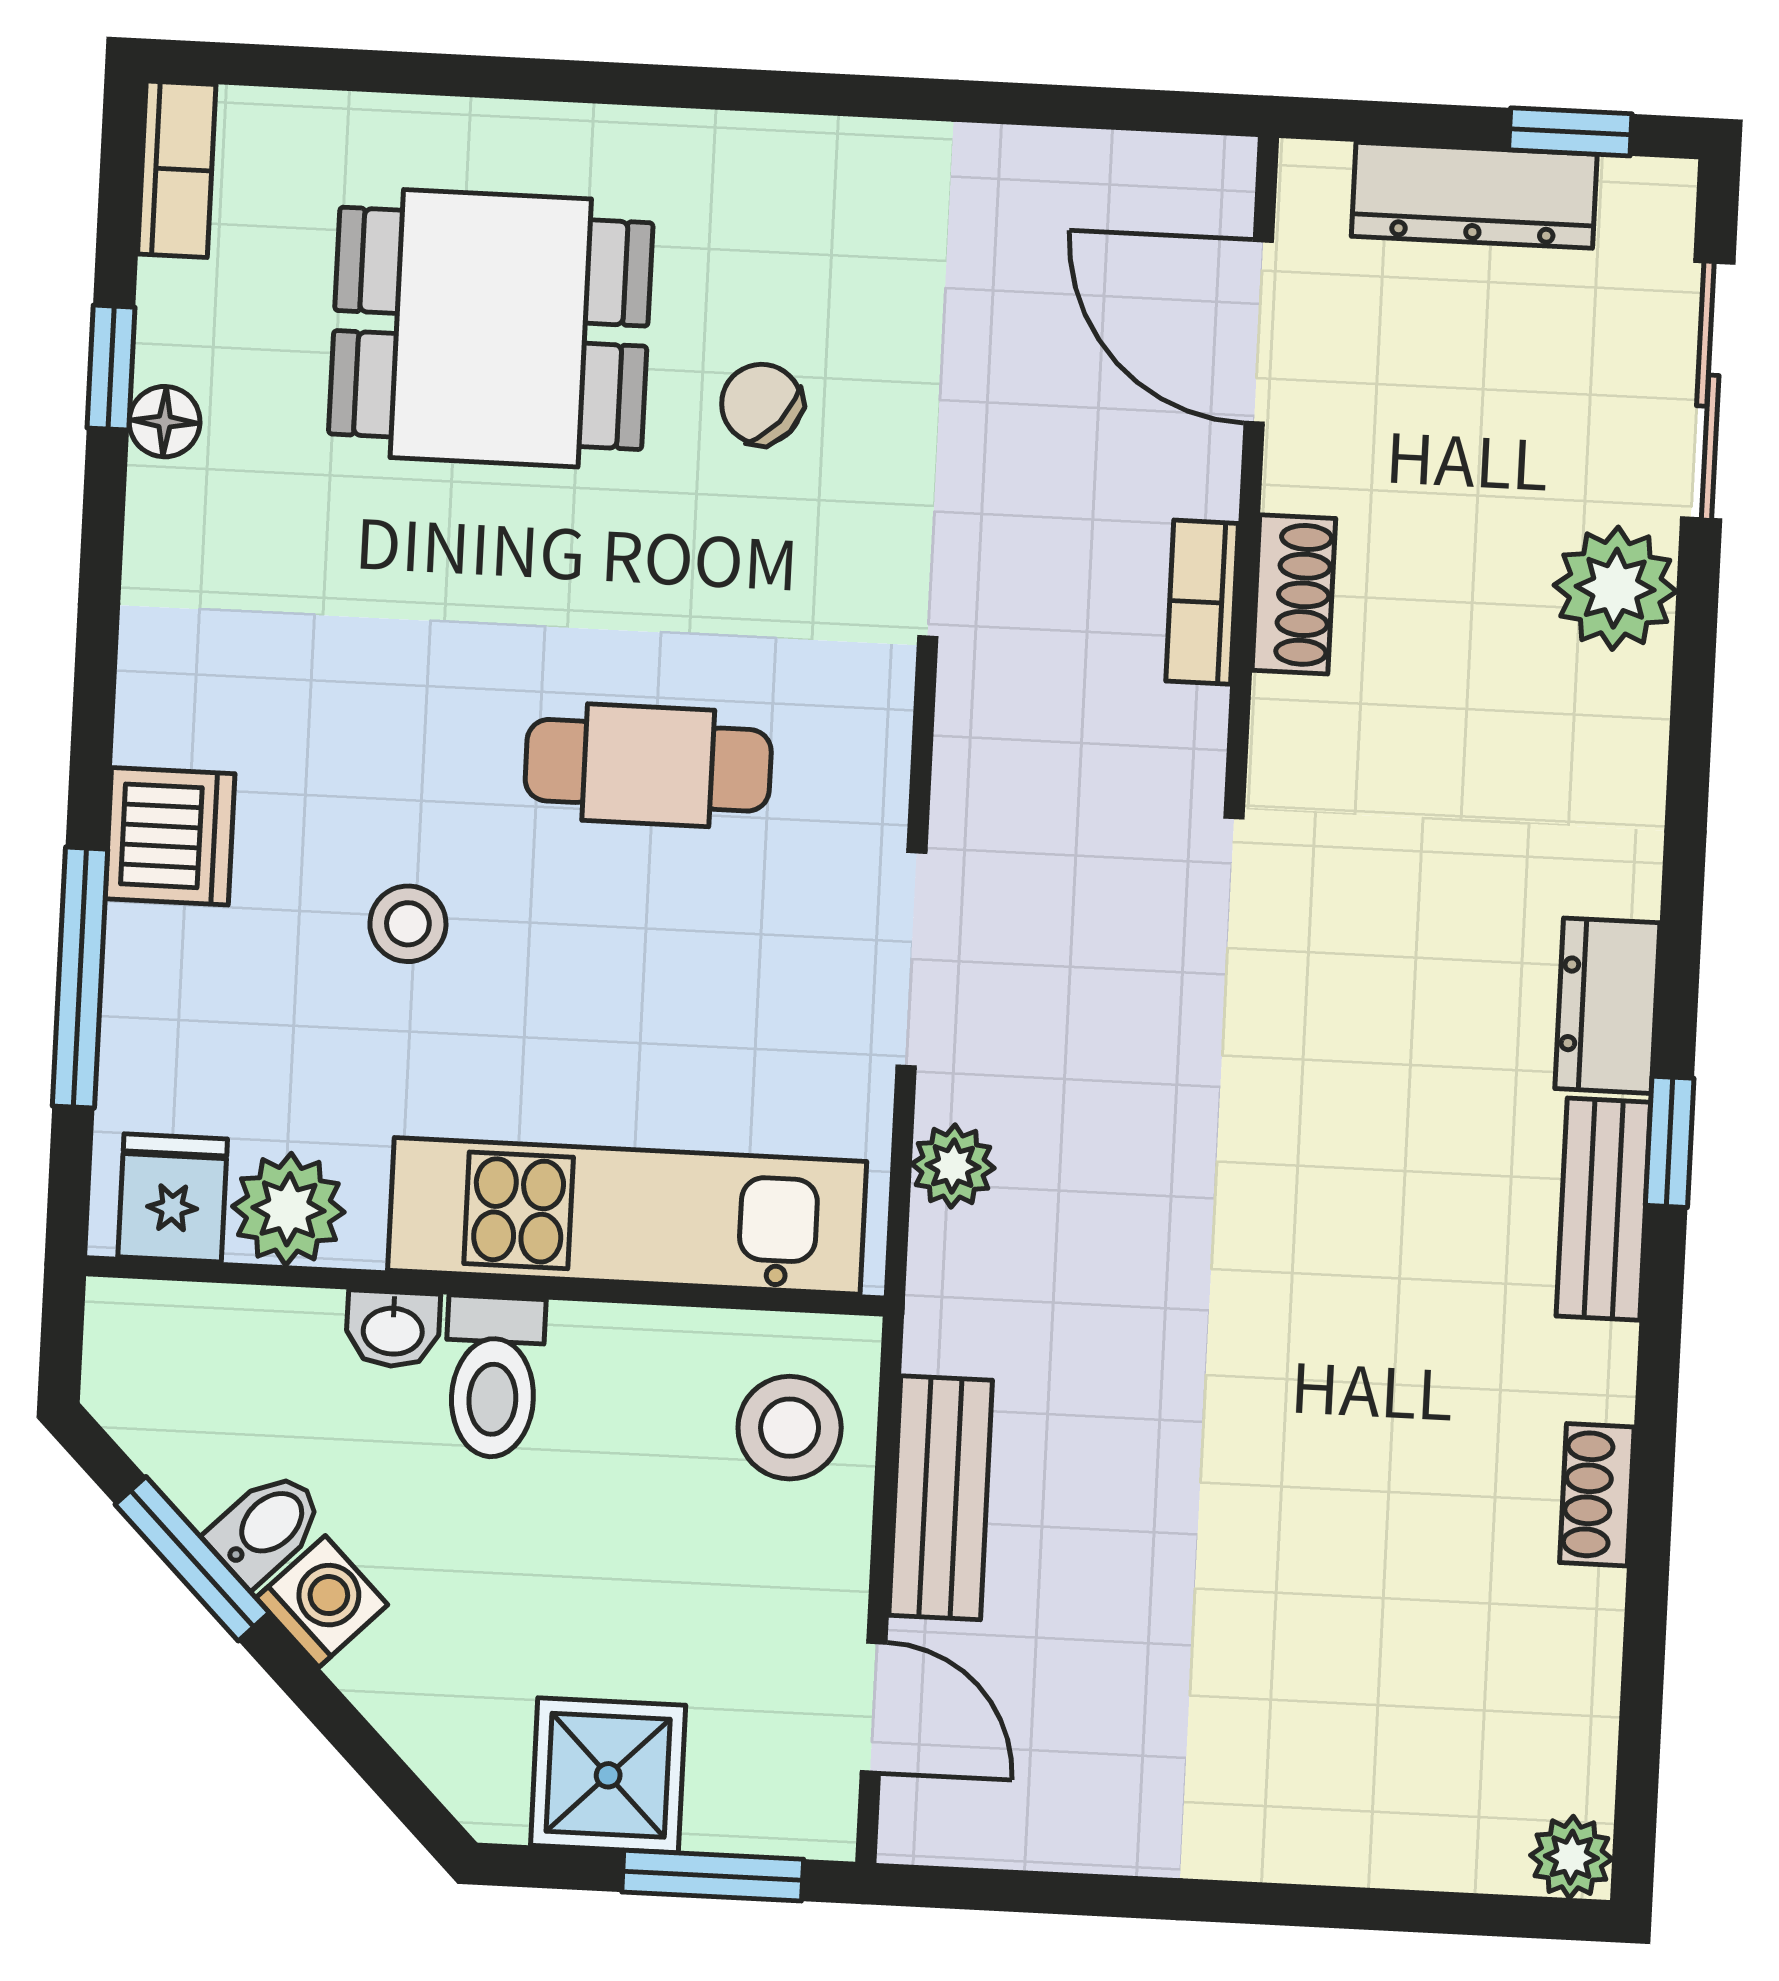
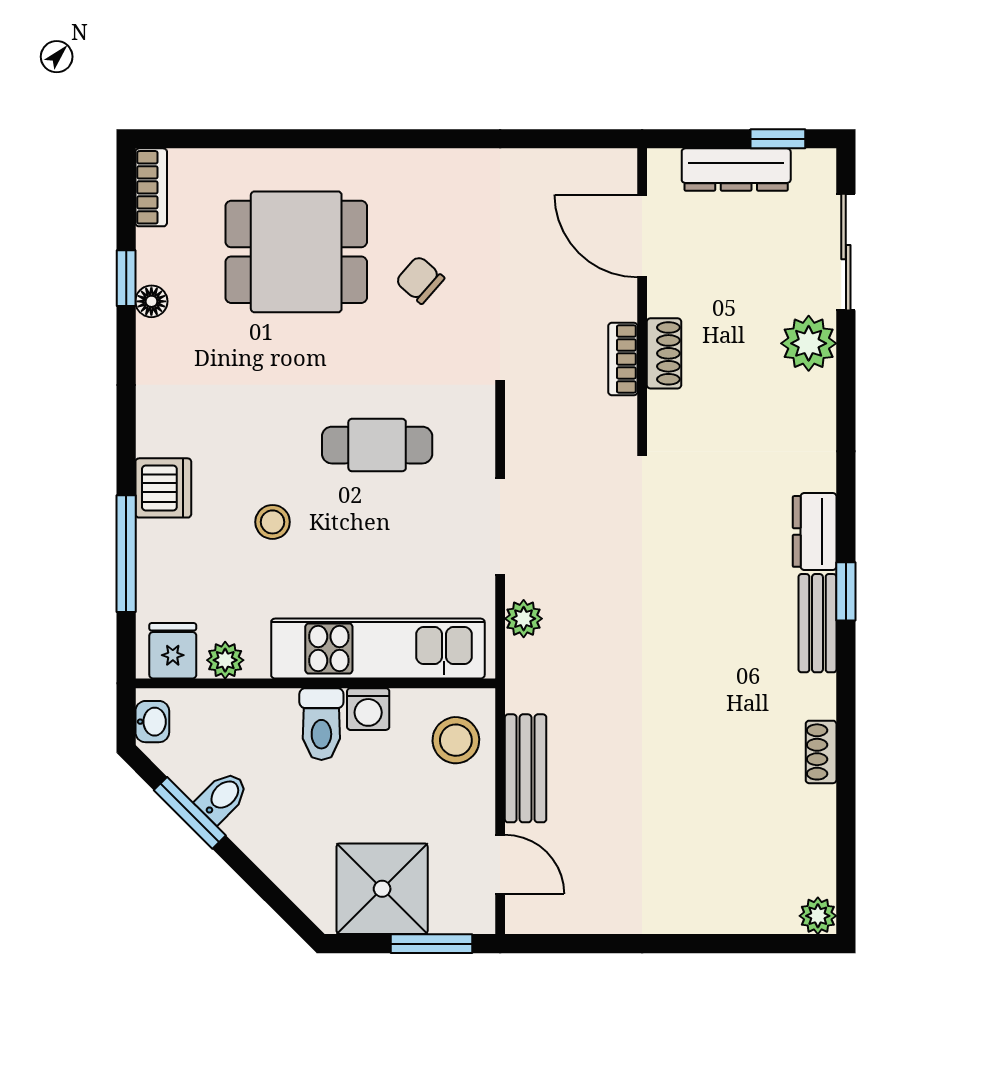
plant: (288, 1209) -> (225, 660), width x0.73, depth x0.73
washbasin: (393, 1329) -> (152, 722), moved, turned -90
washing machine: (322, 1601) -> (368, 709), moved, turned 135
shower: (608, 1775) -> (382, 889), width x1.36, depth x1.36

